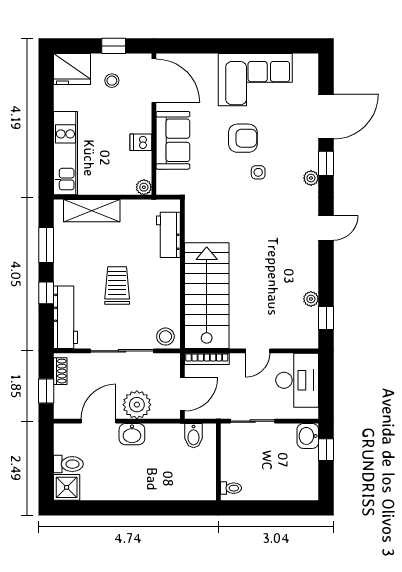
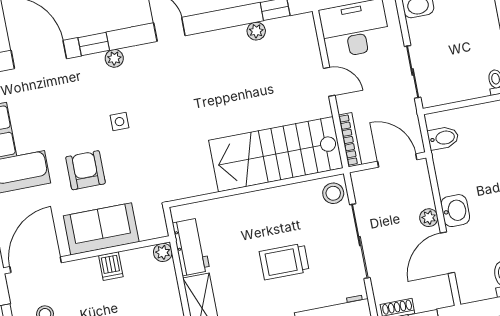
armchair: (243, 138) -> (86, 170), moved
workbench: (168, 235) -> (191, 247), moved, turned -90
plant: (137, 405) -> (429, 218), width x0.53, depth x0.53
door: (99, 421) -> (447, 253), hinge flipped

